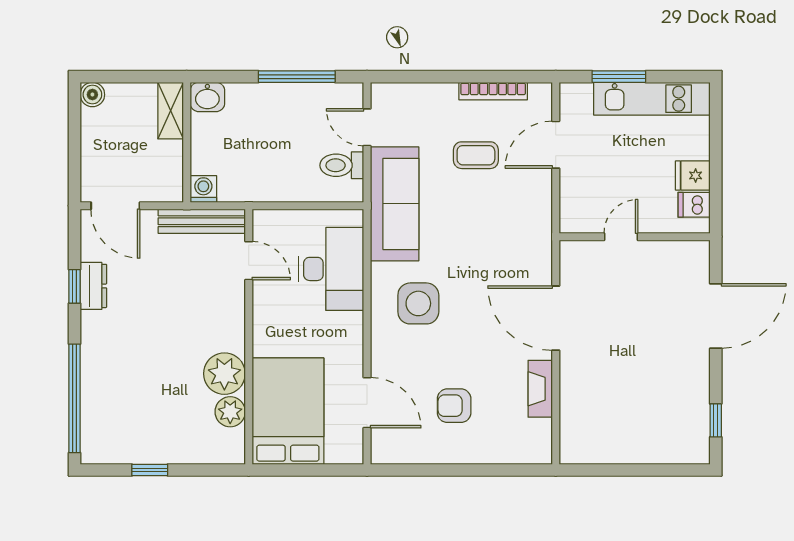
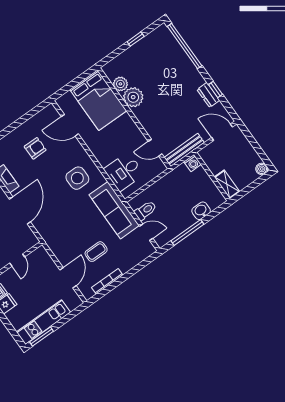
window: (619, 77) -> (42, 336), moved
washbasin: (207, 97) -> (201, 211), moved
desk: (331, 269) -> (124, 172), width x0.73
door: (556, 318) -> (20, 210), hinge flipped

